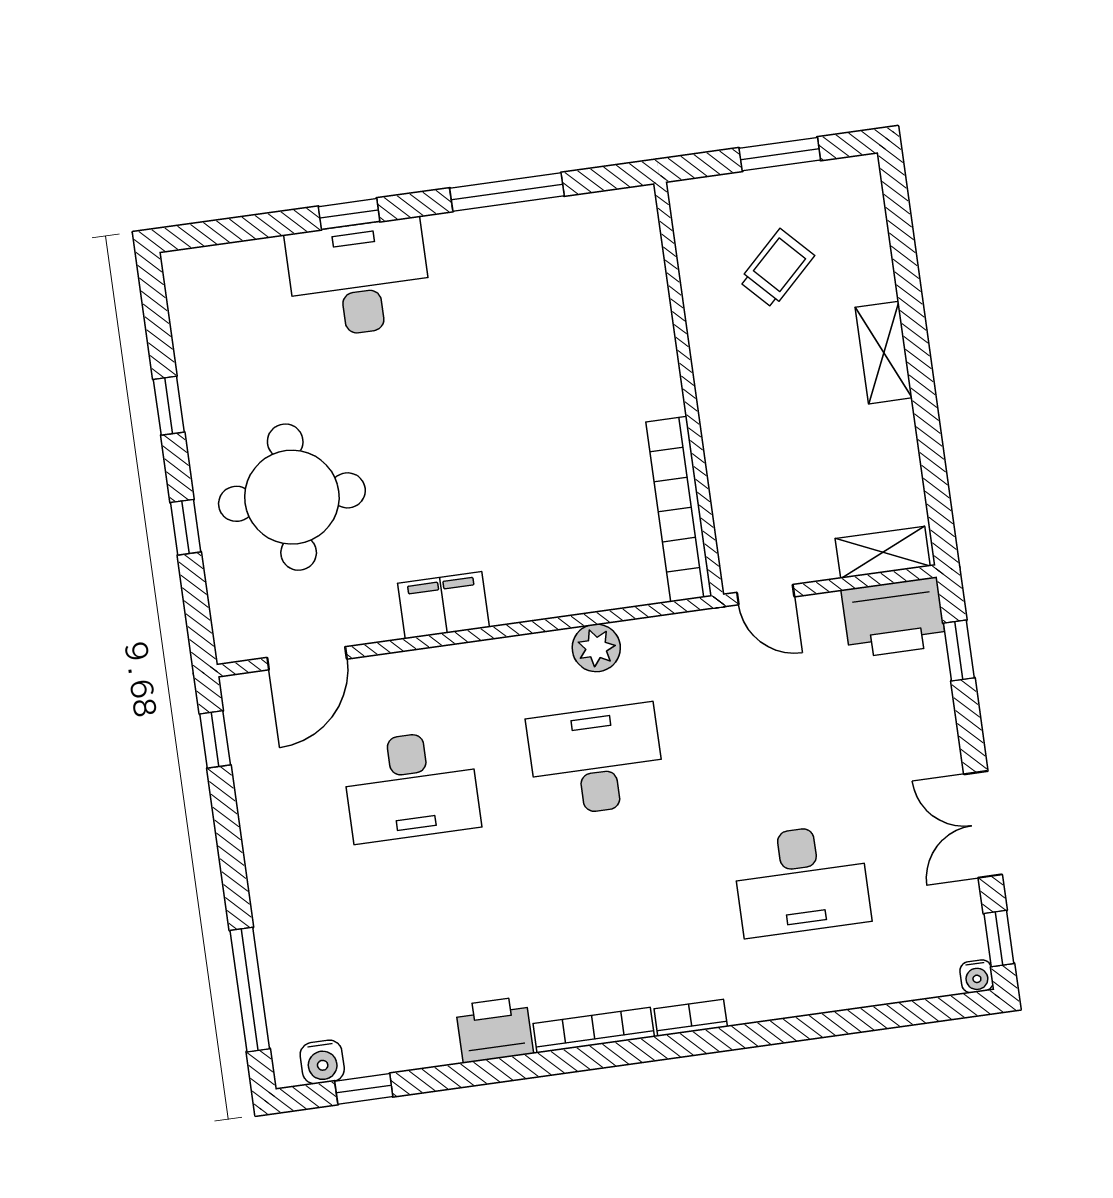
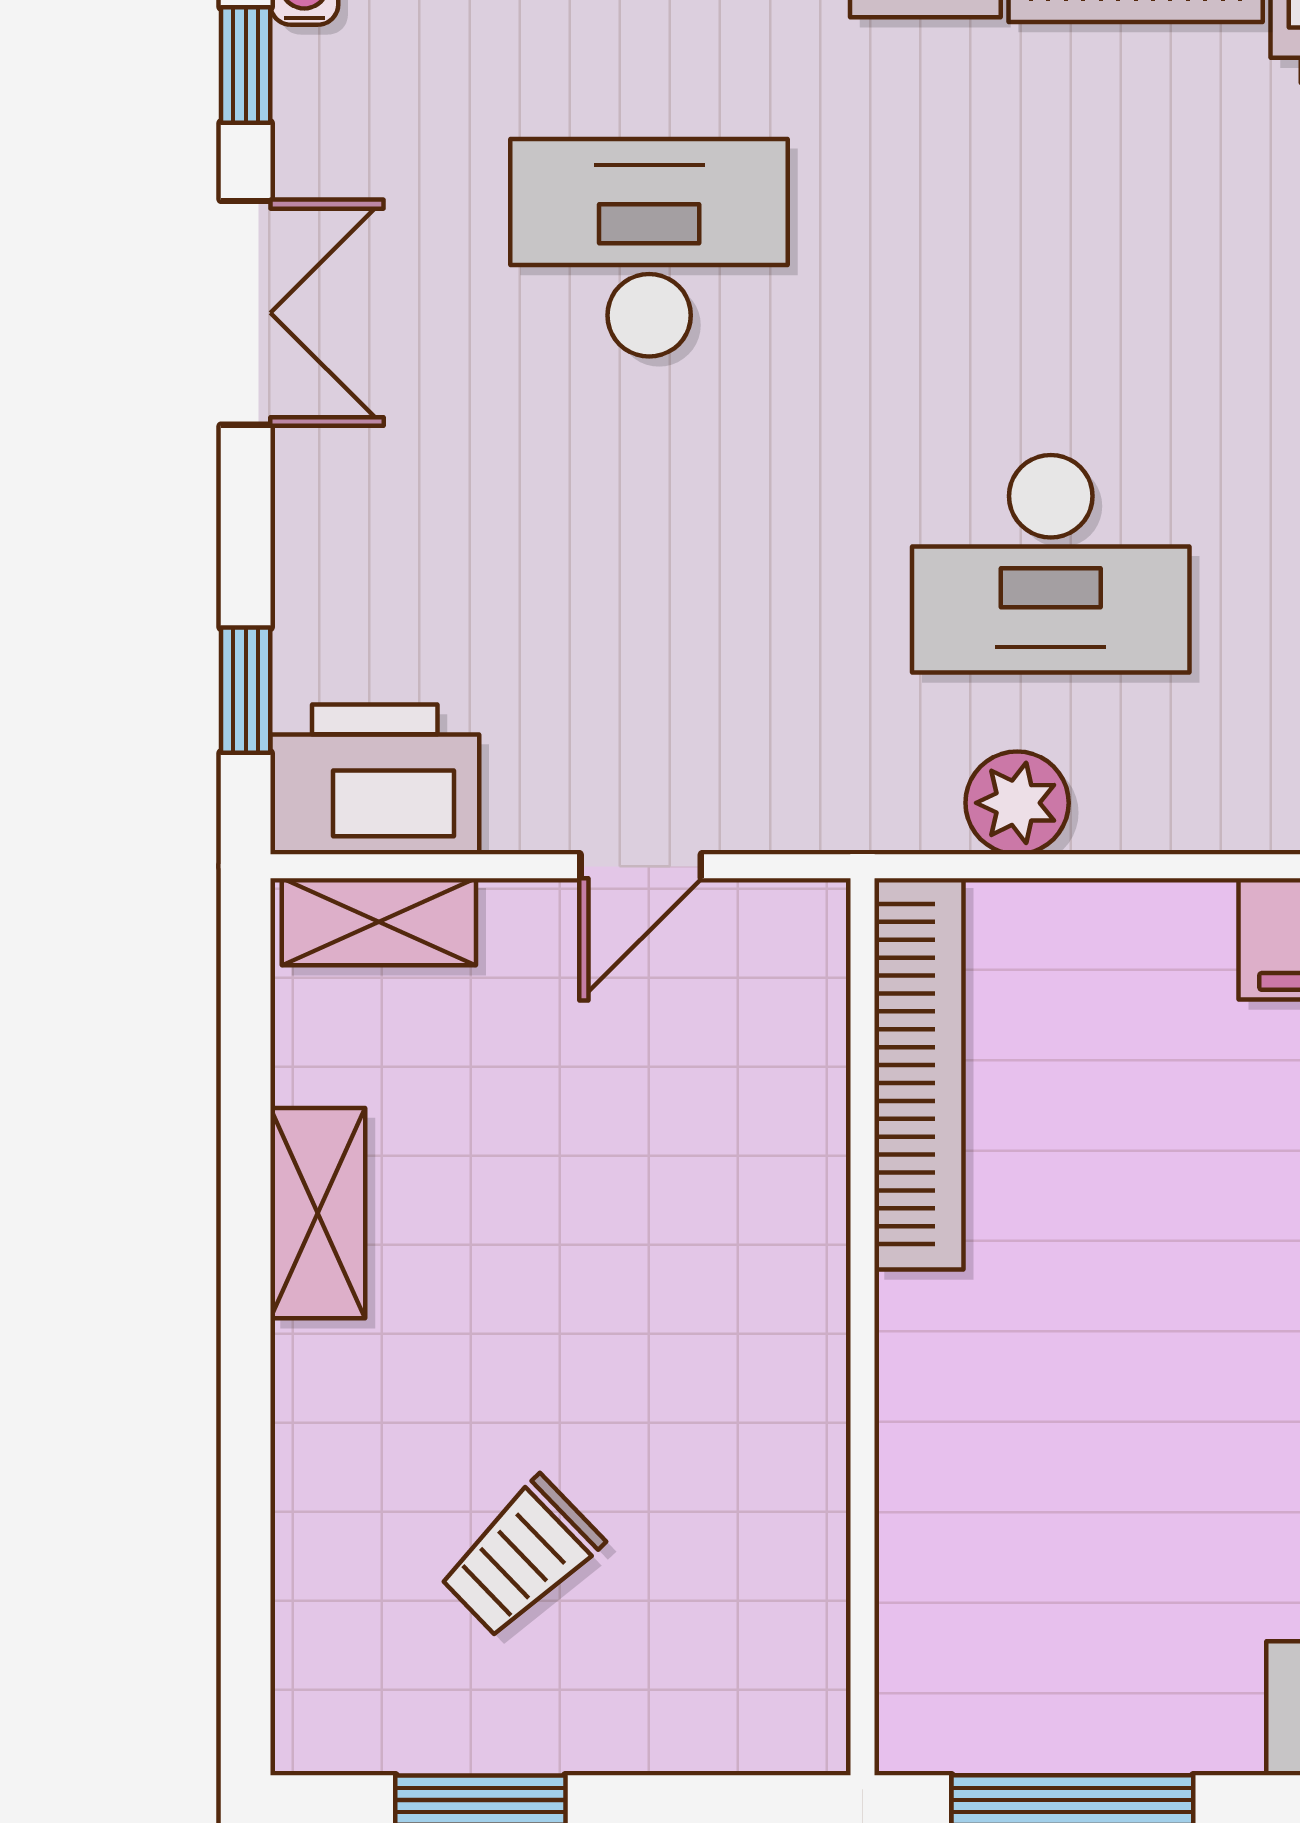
shelving: (884, 353) -> (318, 1213), moved
wall: (689, 389) -> (863, 1327), moved
bookcase: (679, 509) -> (919, 1074), moved
door: (766, 595) -> (641, 866), swing flipped

